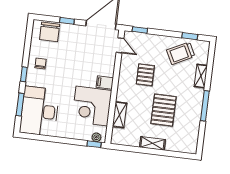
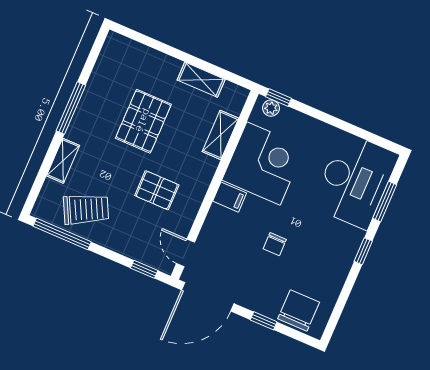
window: (190, 36) -> (62, 234), width x2.17
chair: (41, 63) -> (275, 244), moved
pallet: (145, 75) -> (157, 190), turned 90
shelving: (152, 143) -> (201, 80), moved

